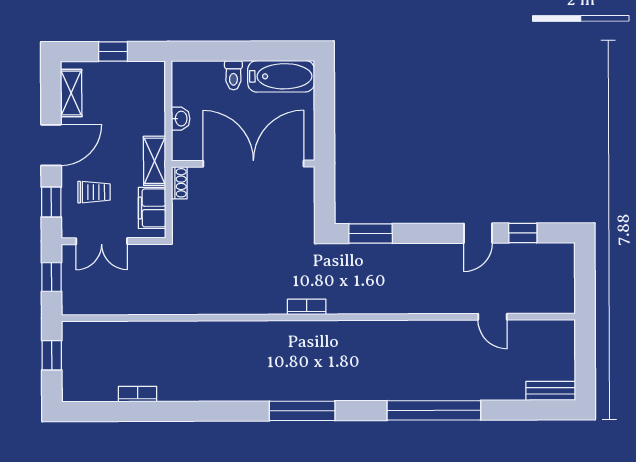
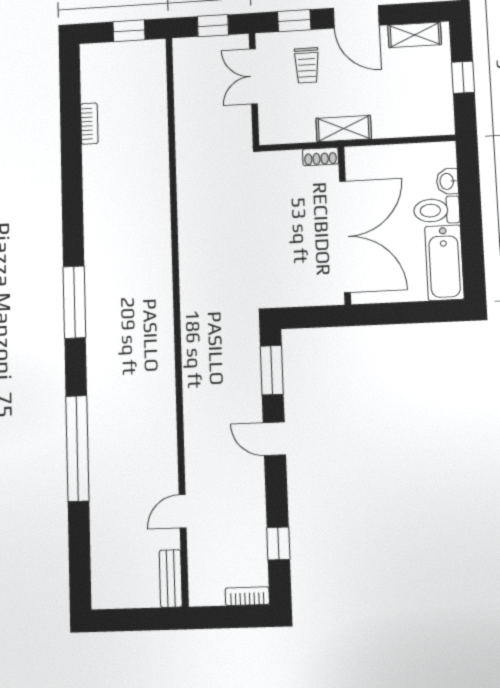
toilet: (233, 75) -> (437, 210), width x1.37, depth x1.39
washbasin: (181, 119) -> (447, 181), moved, turned 90
filing cabinet: (152, 208) -> (292, 129), removed
door: (478, 233) -> (274, 439), moved
bookcase: (307, 307) -> (247, 596), moved, turned -90
bench: (551, 391) -> (171, 579), moved

